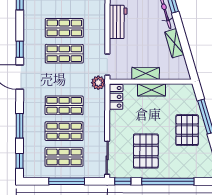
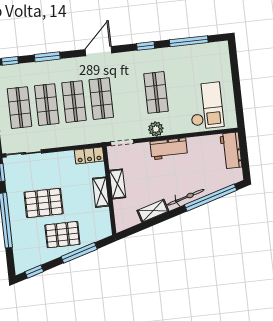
window: (20, 49) -> (146, 46), moved
shop shelf: (64, 54) -> (101, 99), moved
plant: (98, 83) -> (156, 129), moved
pallet: (146, 151) -> (44, 203), moved

